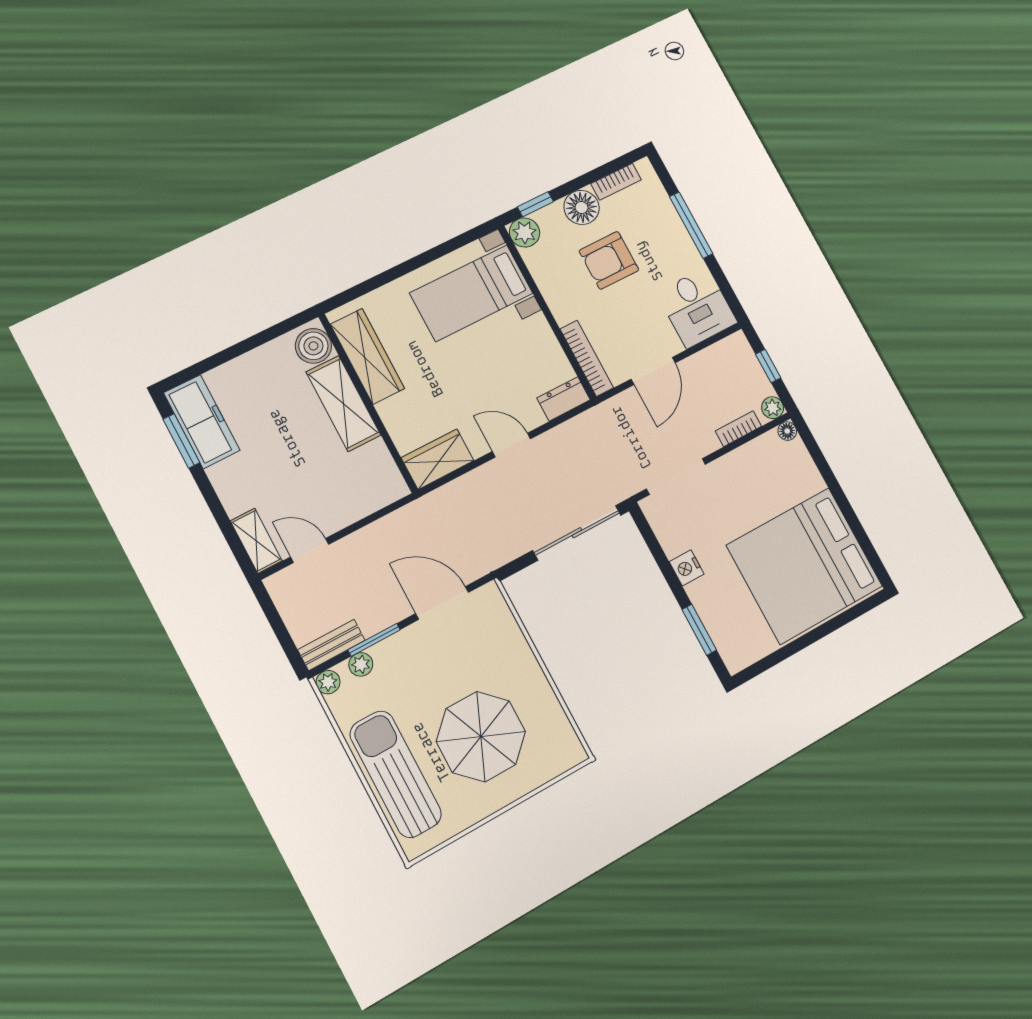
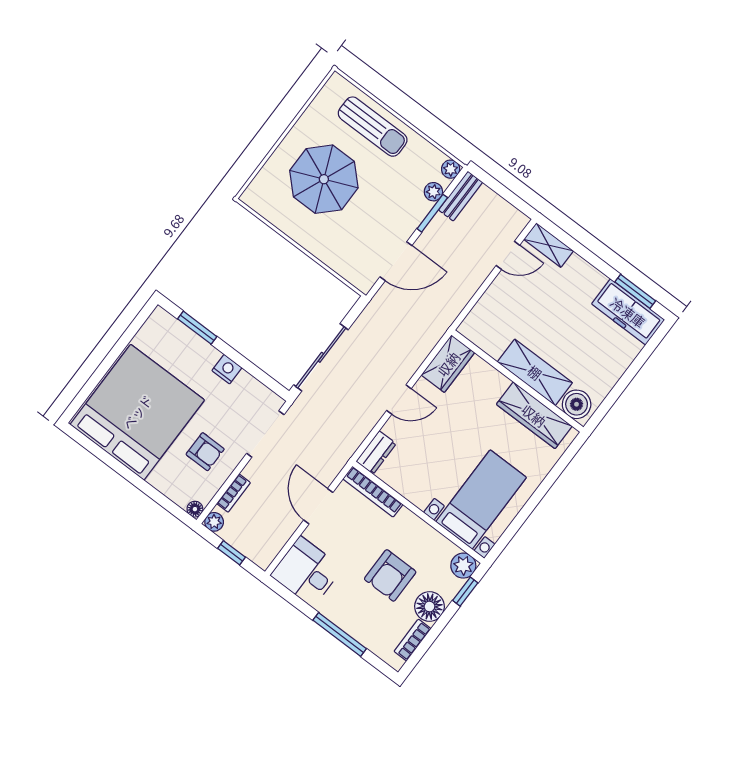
armchair: (609, 260) -> (390, 575), turned 180
armchair: (750, 488) -> (205, 452), added
sun lounger: (396, 774) -> (373, 127), width x0.73, depth x0.75

